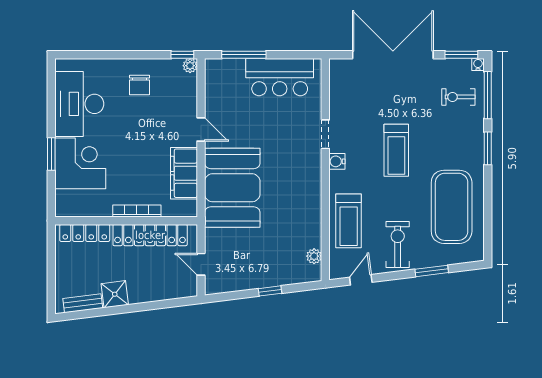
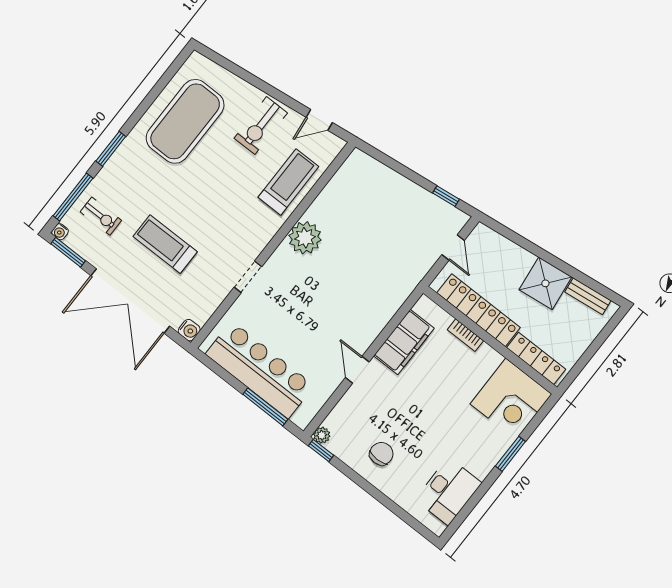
bar counter: (280, 77) -> (260, 370), width x1.36
desk: (79, 104) -> (448, 491), width x0.73, depth x0.77
treadmill: (396, 150) -> (165, 244), moved, turned -90
water cooler: (337, 161) -> (189, 330), moved
corner desk: (80, 163) -> (511, 399), moved, turned -90
booth: (232, 188) -> (370, 295), removed
bookcase: (137, 211) -> (465, 335), width x0.64
plant: (314, 256) -> (305, 238), moved, width x1.87, depth x1.87
window: (432, 271) -> (249, 77), removed
window: (270, 291) -> (446, 196), moved
shower: (115, 294) -> (545, 283), width x1.36, depth x1.36

